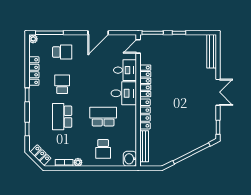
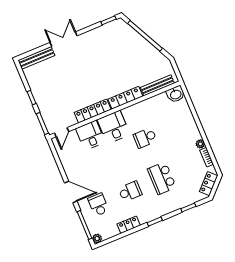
door: (98, 33) -> (71, 192), moved
door: (138, 46) -> (62, 132), hinge flipped
locker: (34, 71) -> (129, 225), width x0.66
school desk: (62, 84) -> (130, 191), turned 180
double door: (218, 92) -> (64, 39), moved
school desk: (62, 117) -> (162, 178), turned 90
school desk: (103, 117) -> (145, 138), width x0.54
school desk: (103, 149) -> (177, 125), removed

